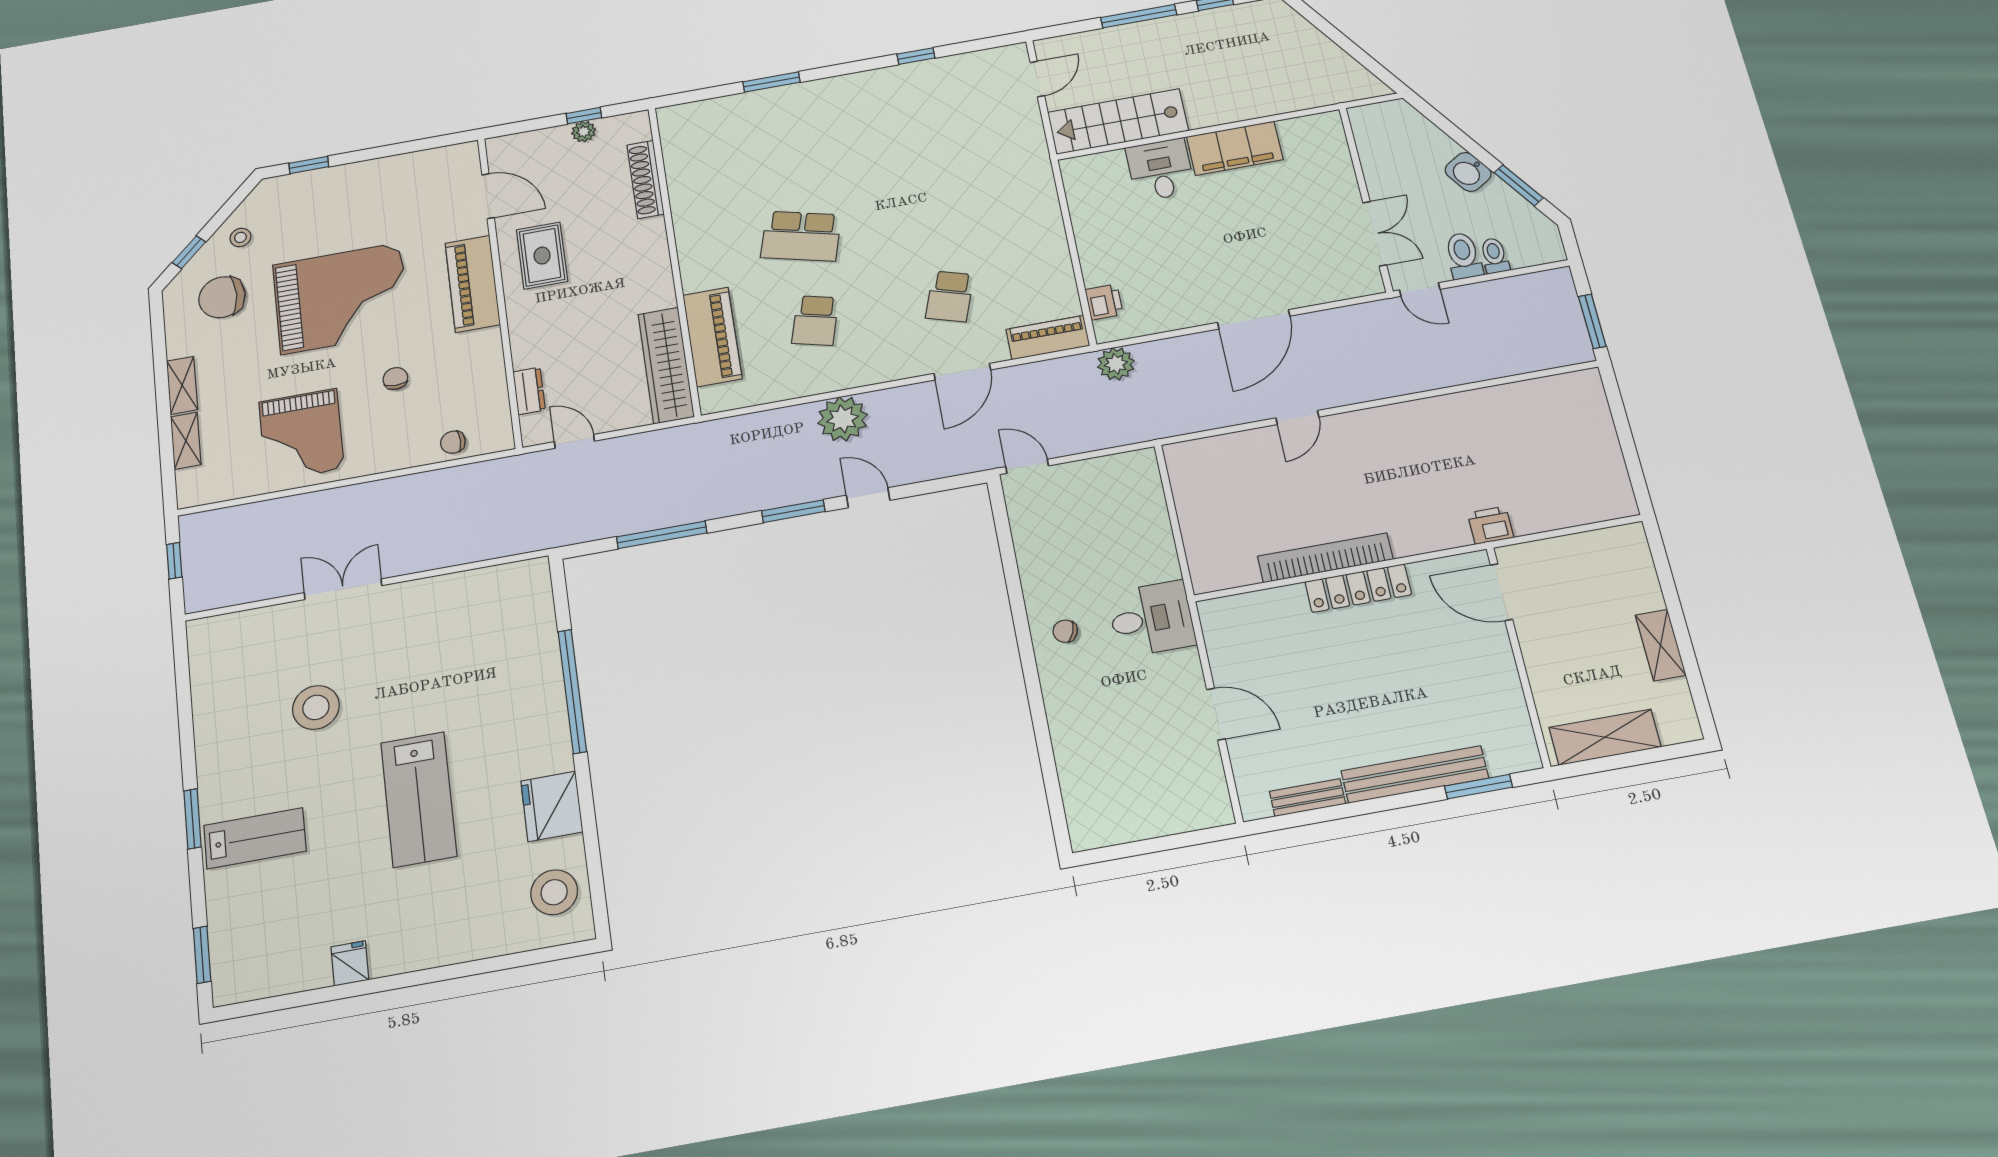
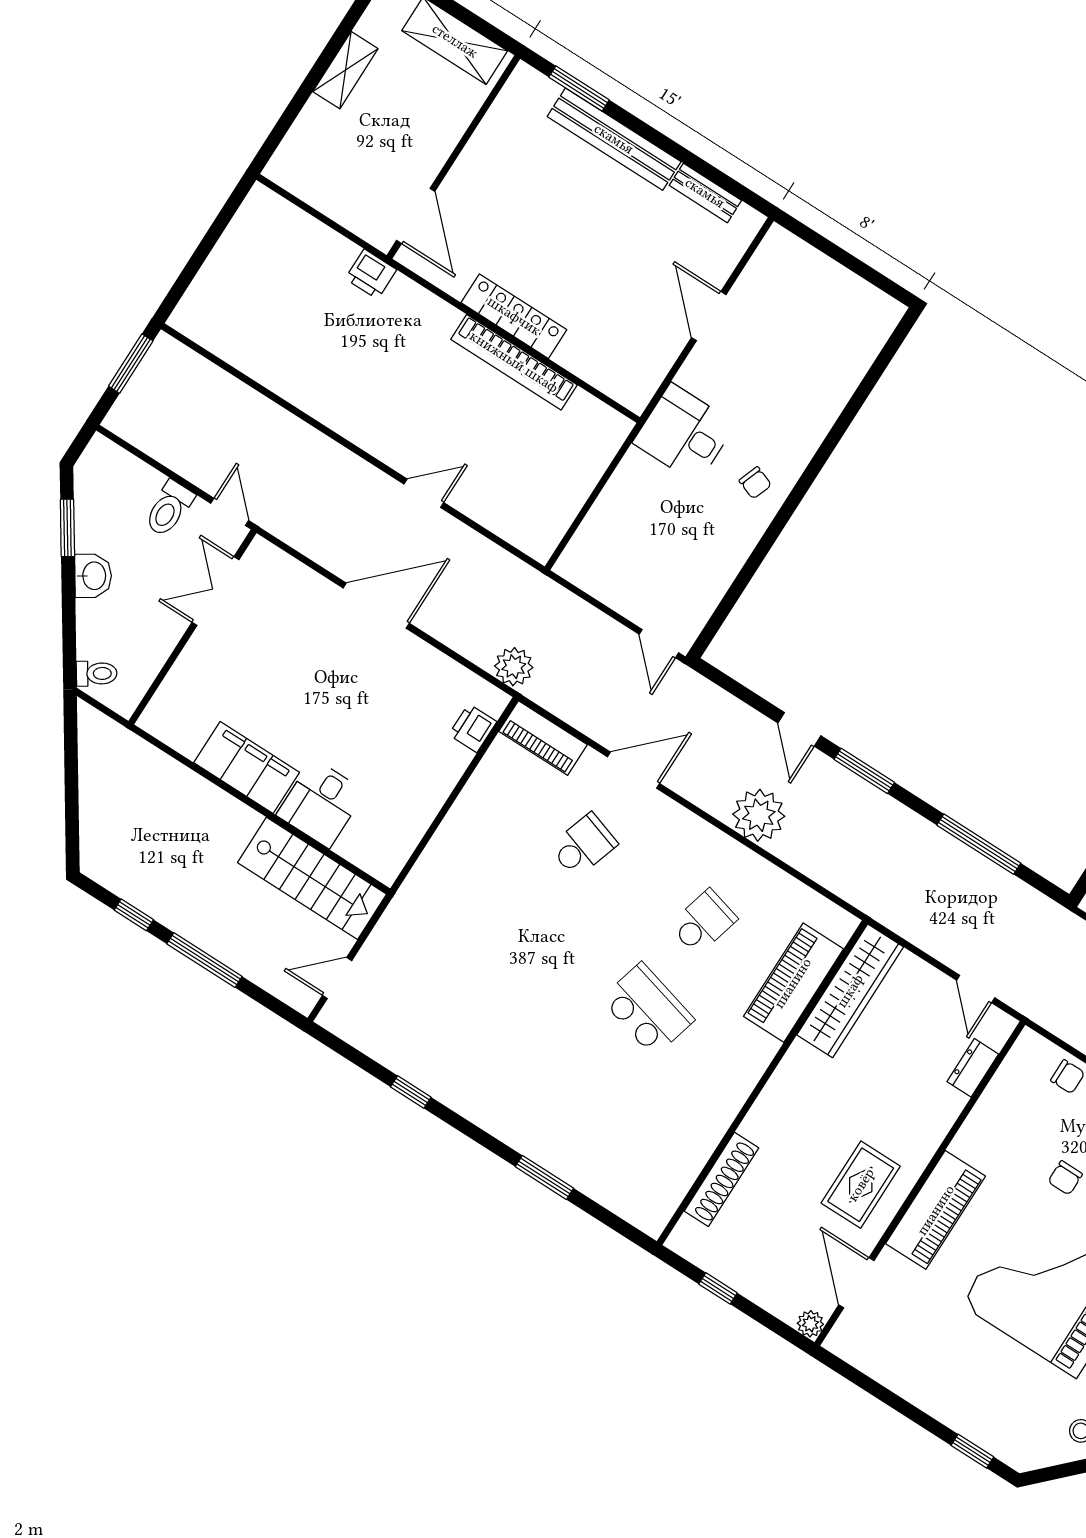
plant: (584, 132) -> (810, 1324), moved
toilet: (1495, 256) -> (97, 674), moved, turned -123

